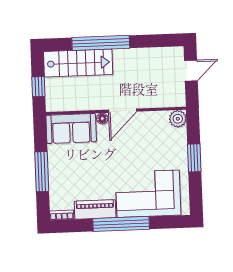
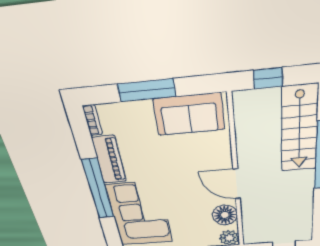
floor lamp: (102, 119) -> (225, 215), moved, width x1.89, depth x1.89
sofa: (71, 128) -> (189, 114), moved, turned -90

